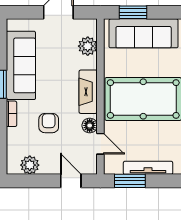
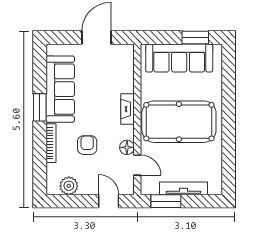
window: (133, 12) -> (195, 38), moved
plant: (88, 46) -> (125, 70), removed
fireplace: (88, 92) -> (128, 109), width x0.73, depth x0.76
bookcase: (11, 114) -> (51, 143), width x1.56

